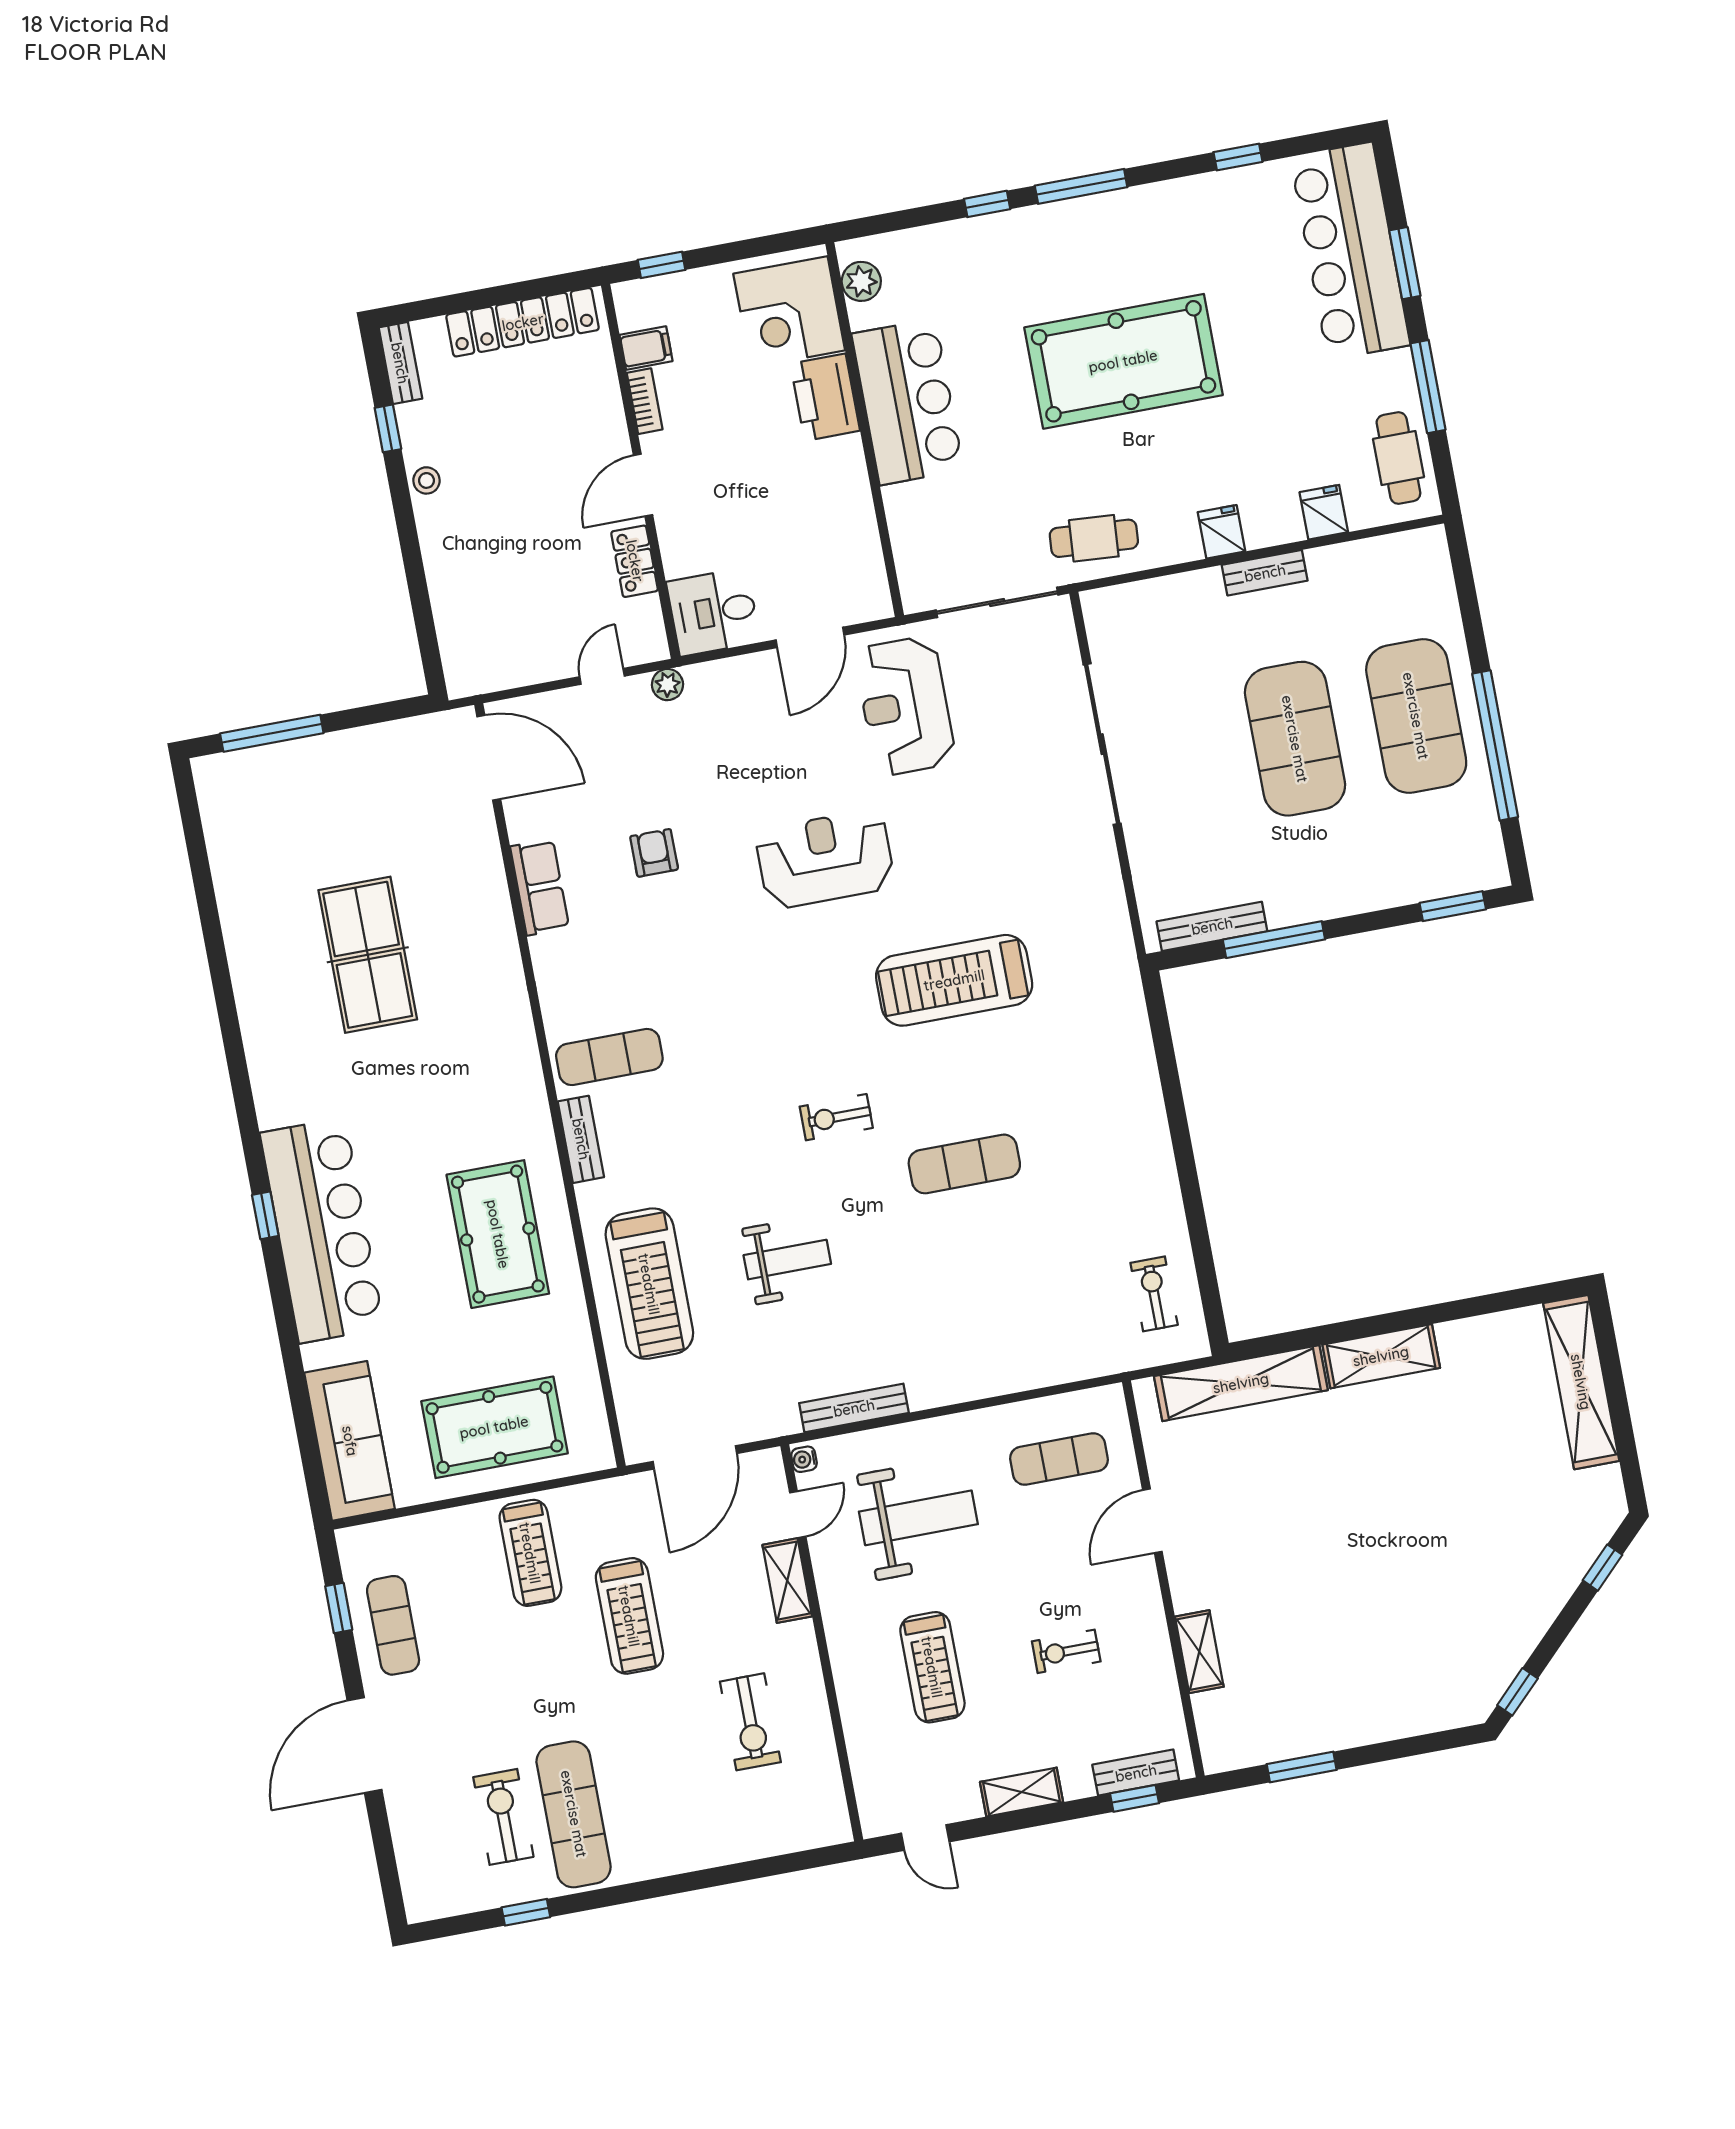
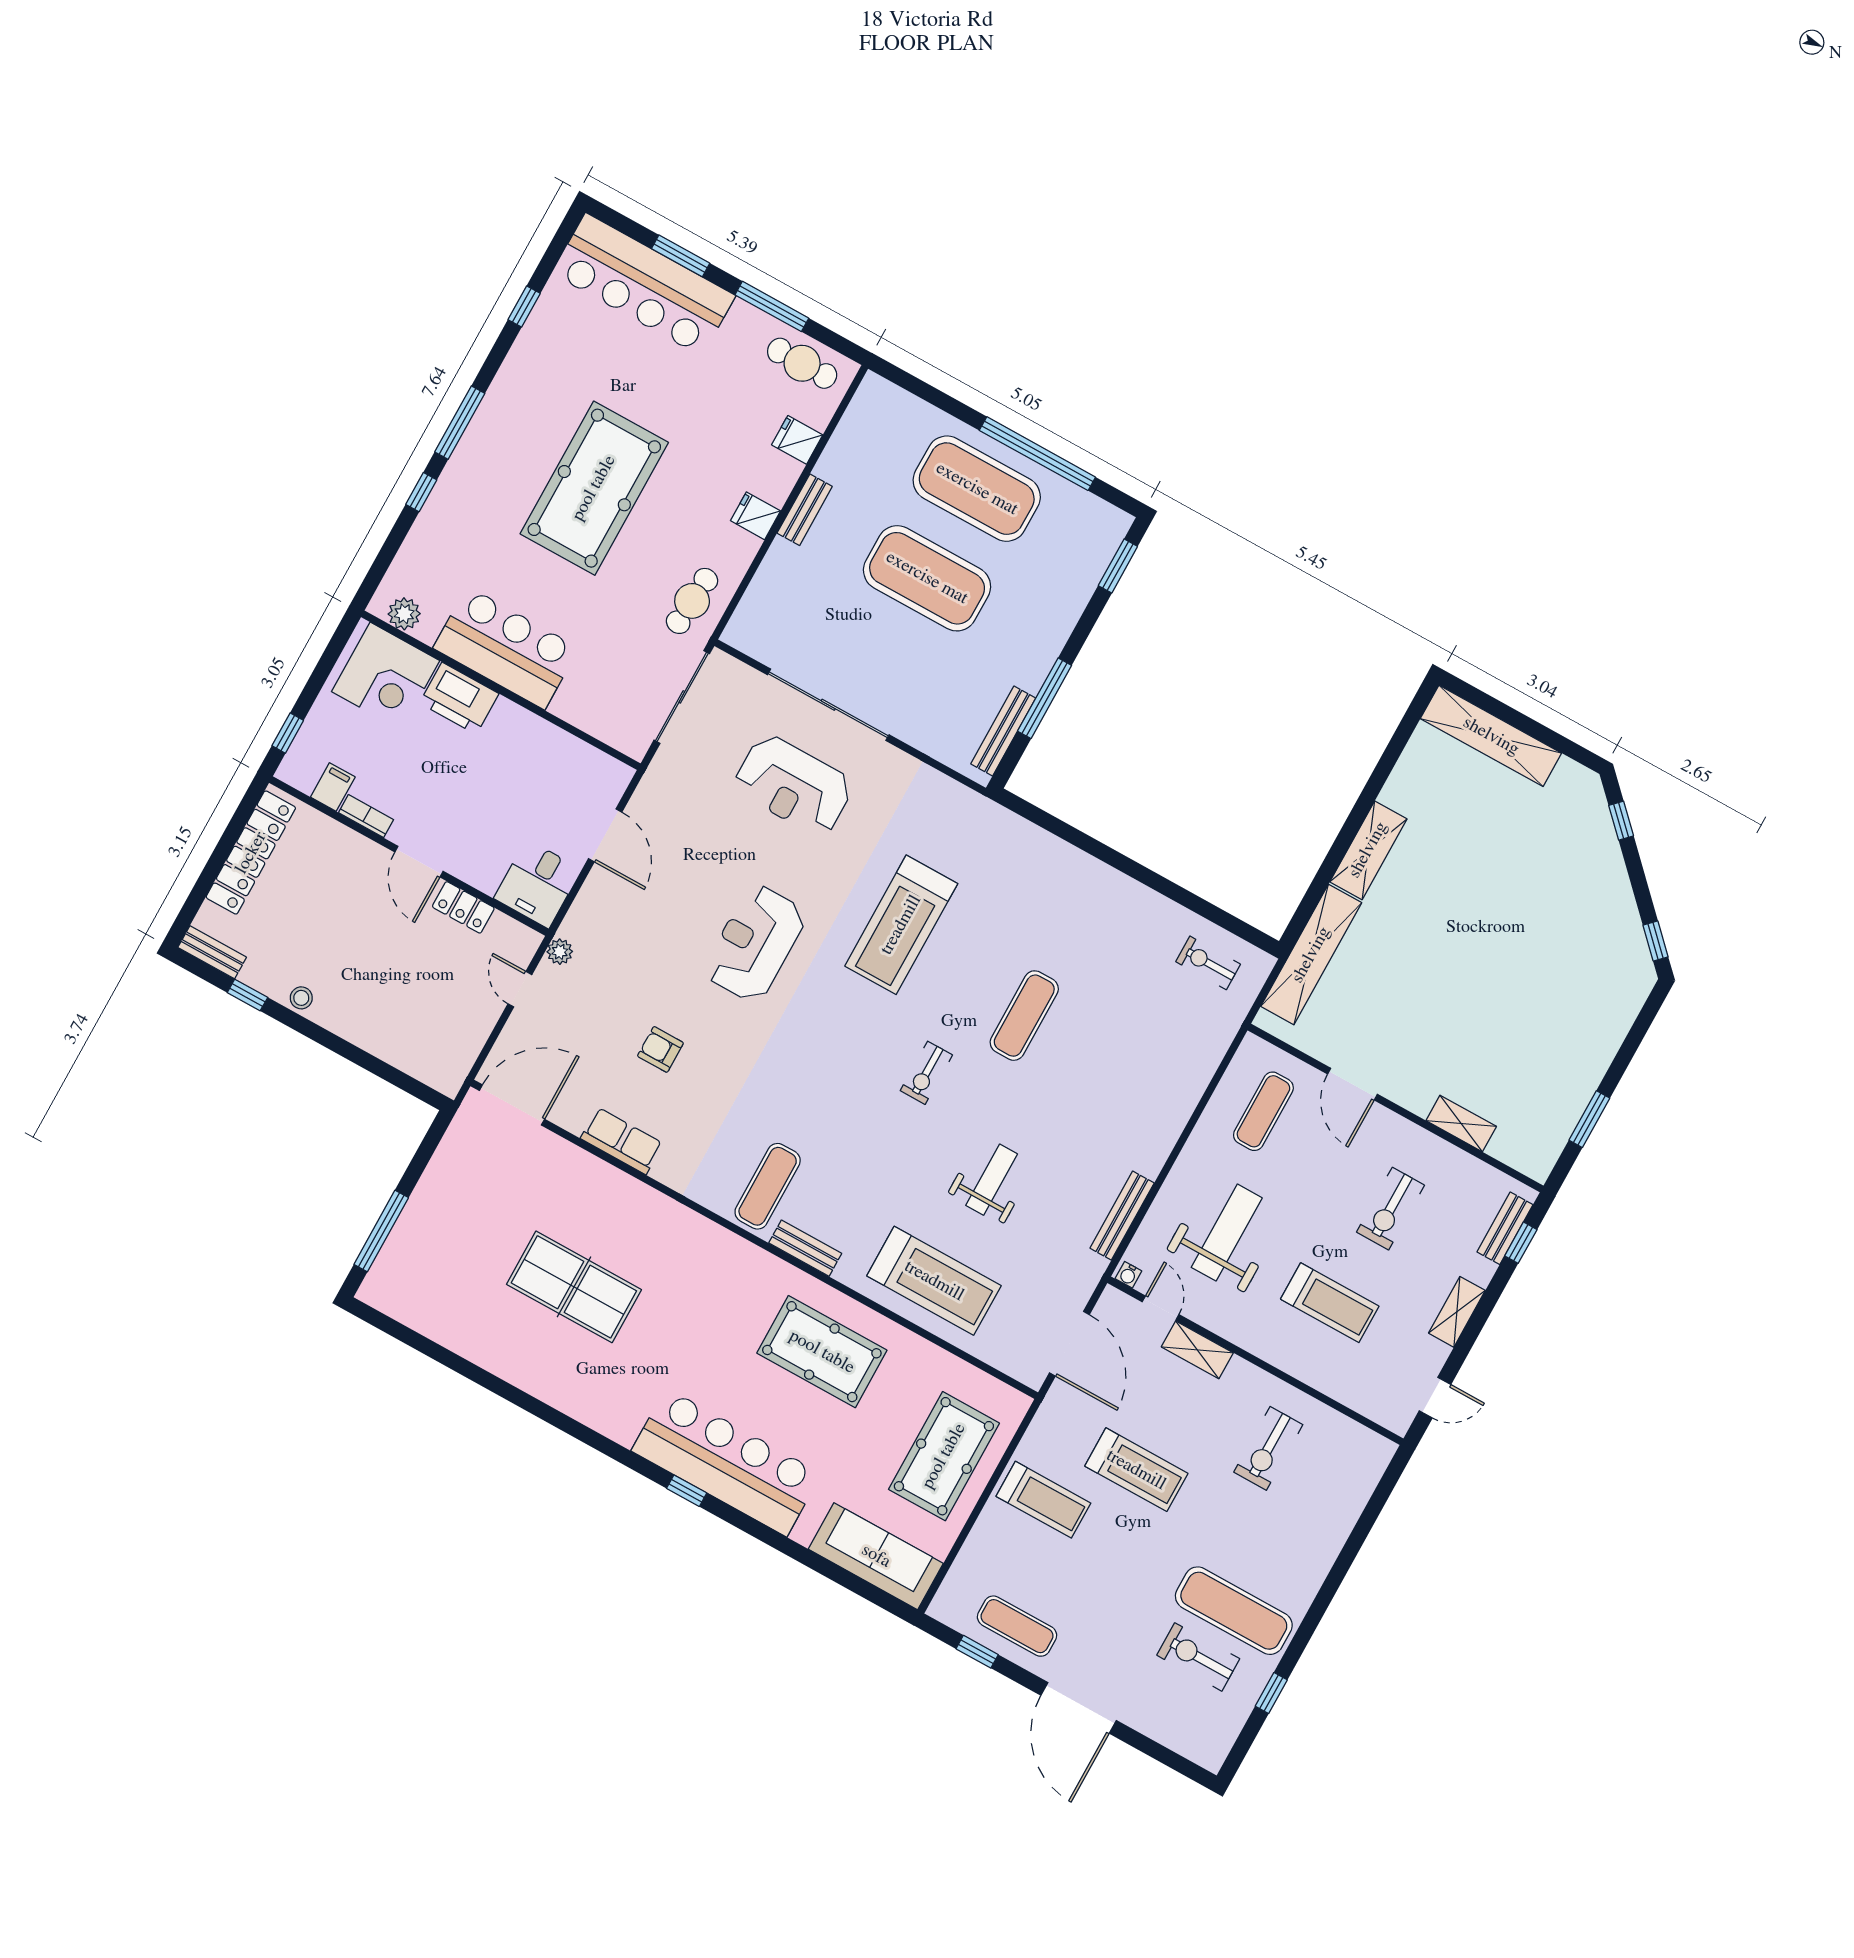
reception desk: (905, 706) -> (793, 785), moved
exercise bike: (1066, 1651) -> (1390, 1209), width x1.38, depth x1.39
exercise bike: (750, 1722) -> (1268, 1448), turned 90

